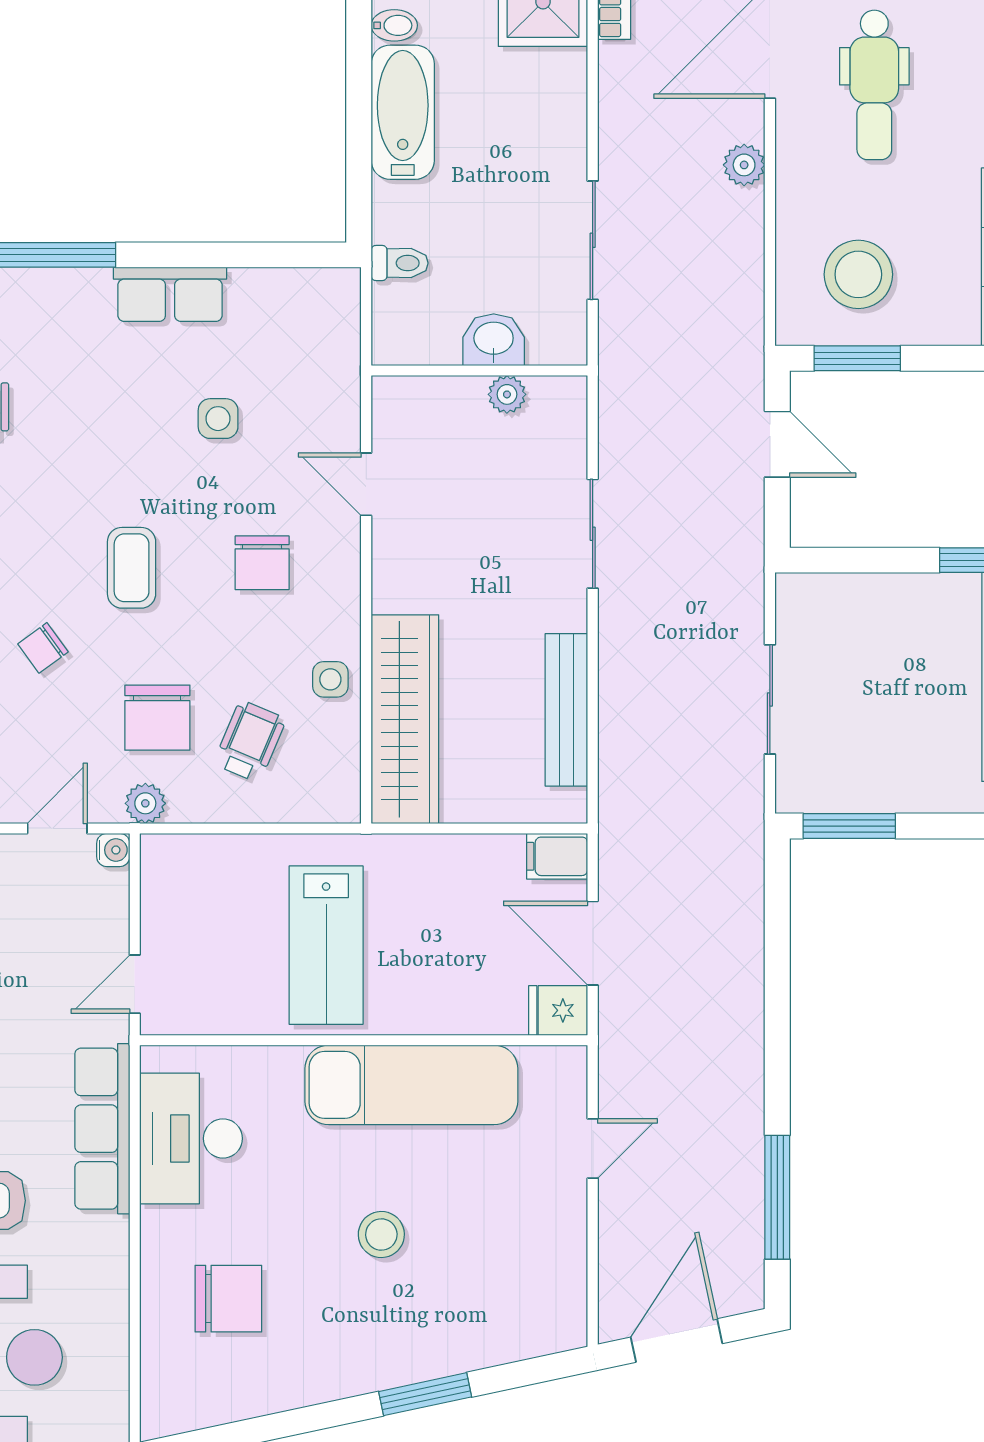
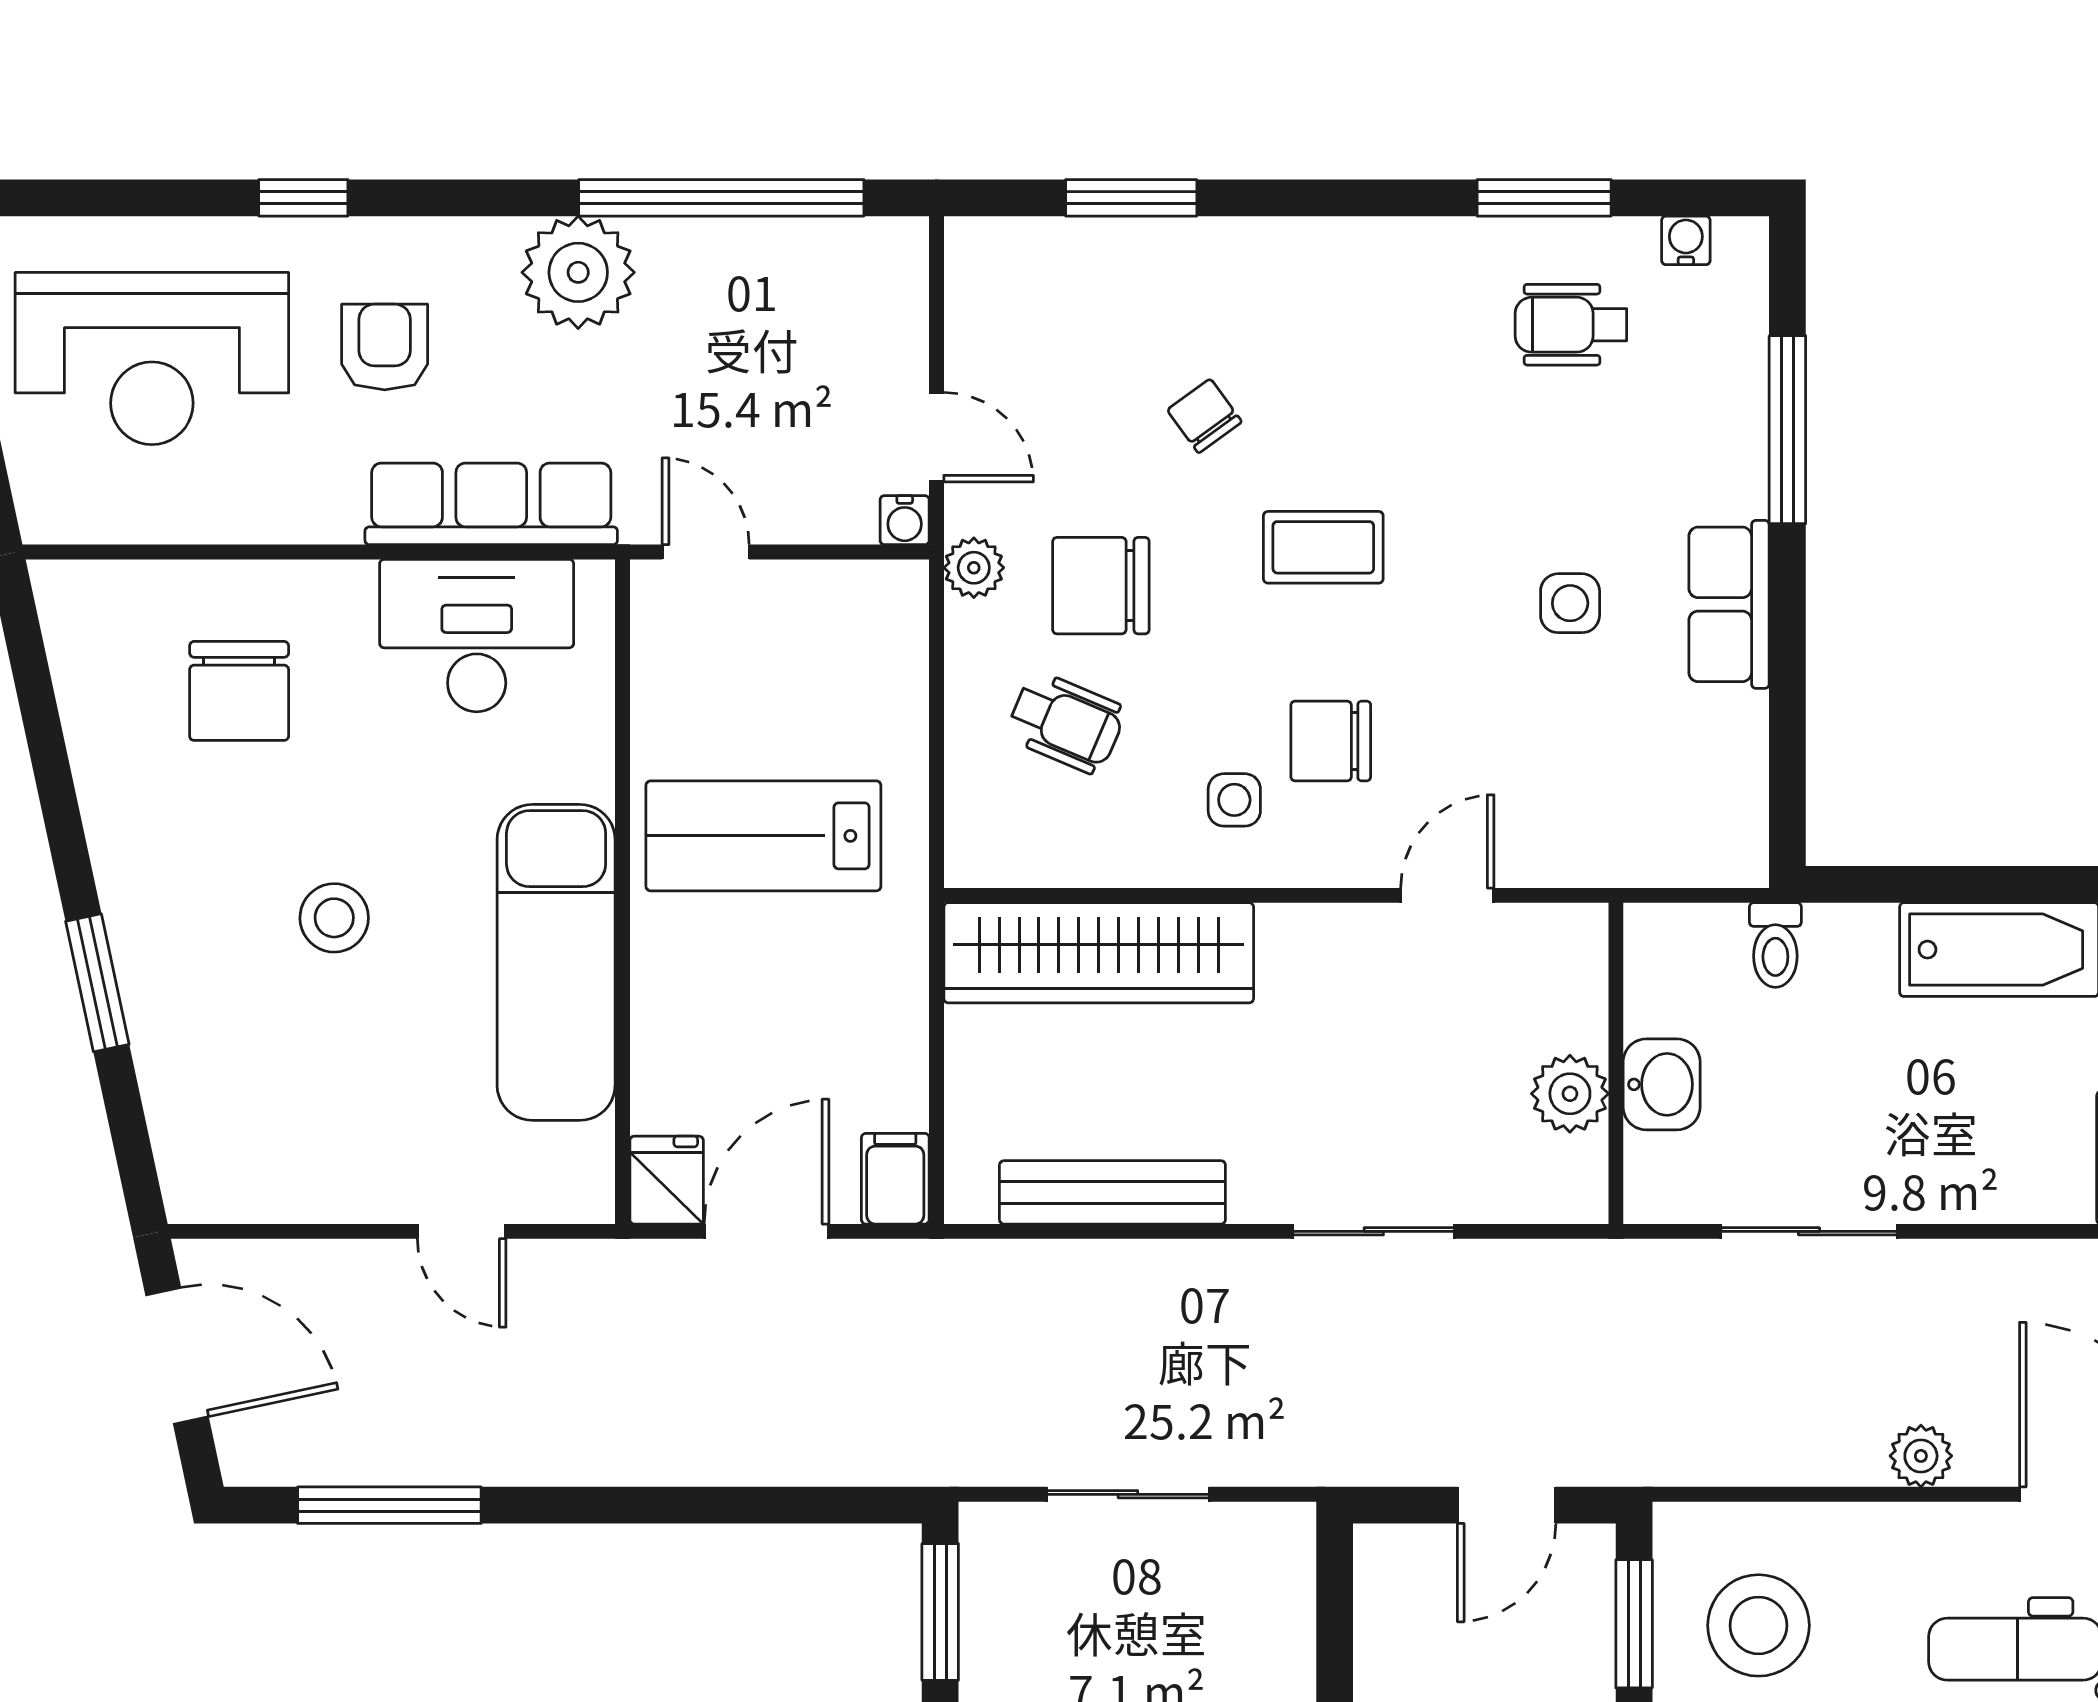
plant: (507, 394) -> (1570, 1094), width x1.38, depth x1.38
side table: (218, 419) -> (1570, 603), moved
side table: (330, 679) -> (1234, 800), moved

